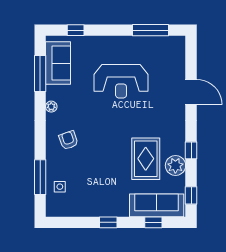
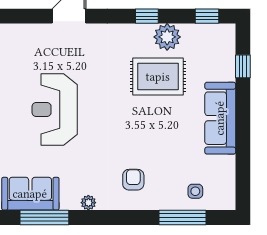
reception desk: (121, 81) -> (55, 110), turned 180
armchair: (68, 140) -> (133, 180), turned 109
sofa: (157, 205) -> (220, 118), moved
window: (108, 222) -> (243, 127), removed

